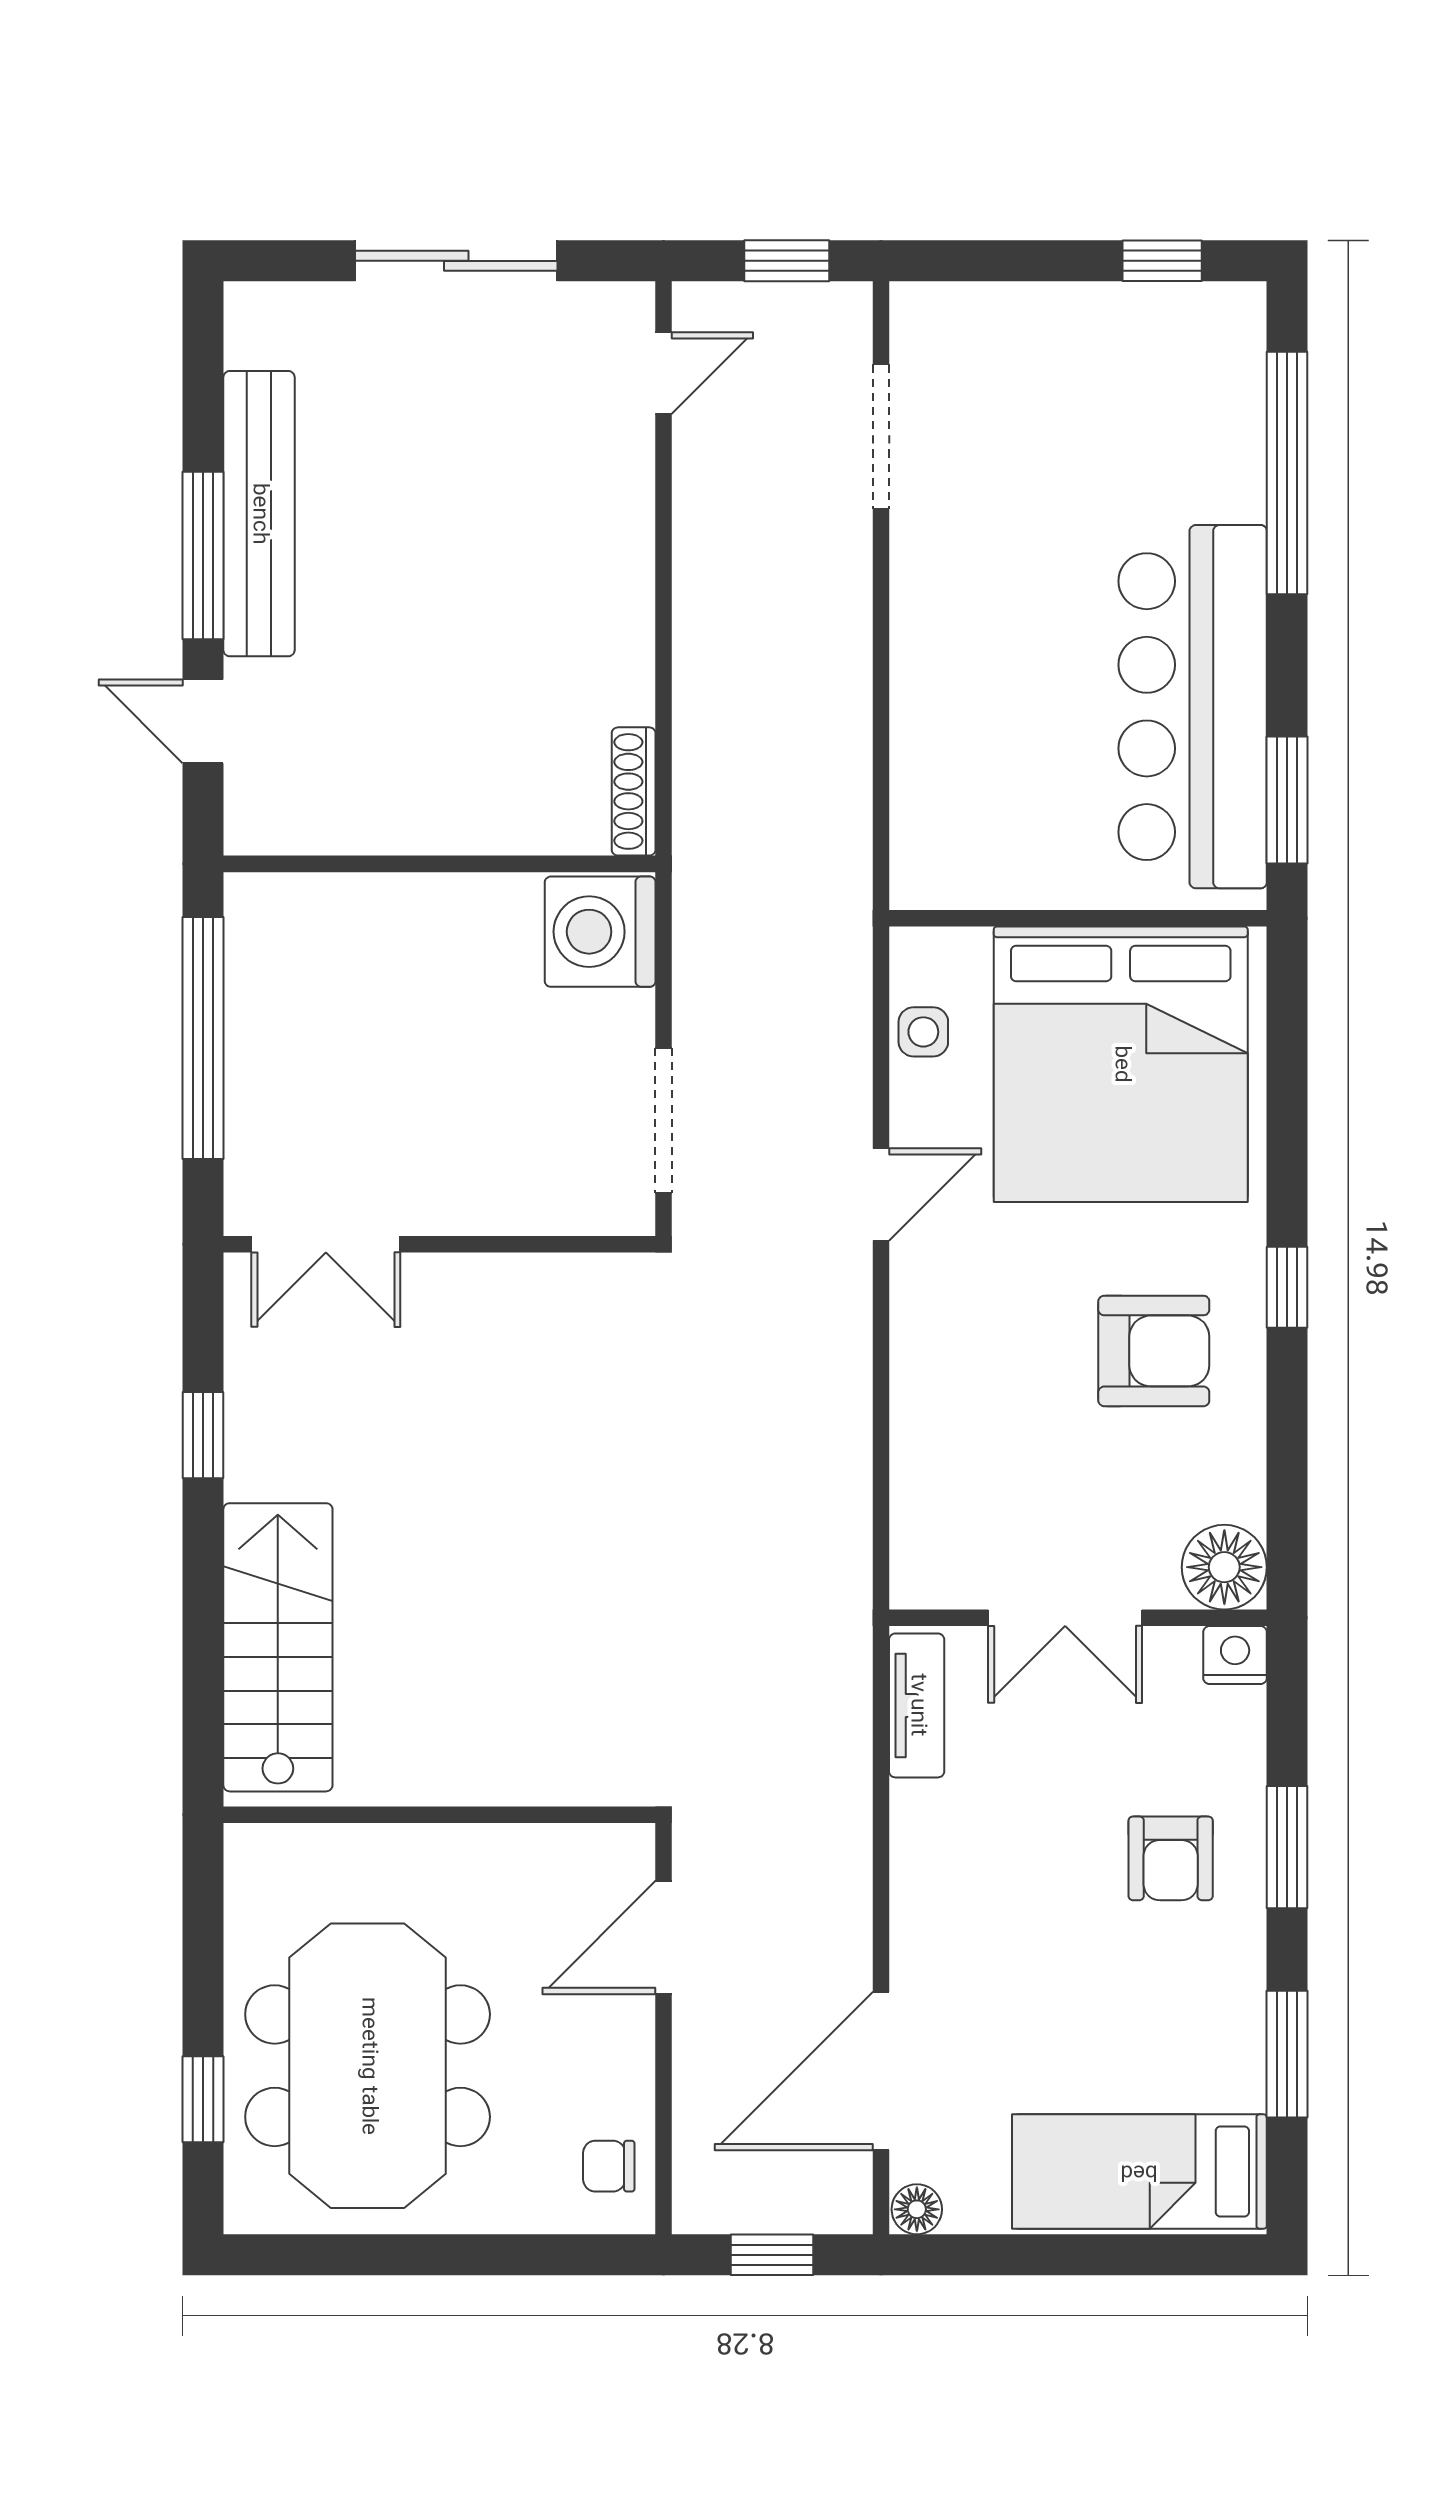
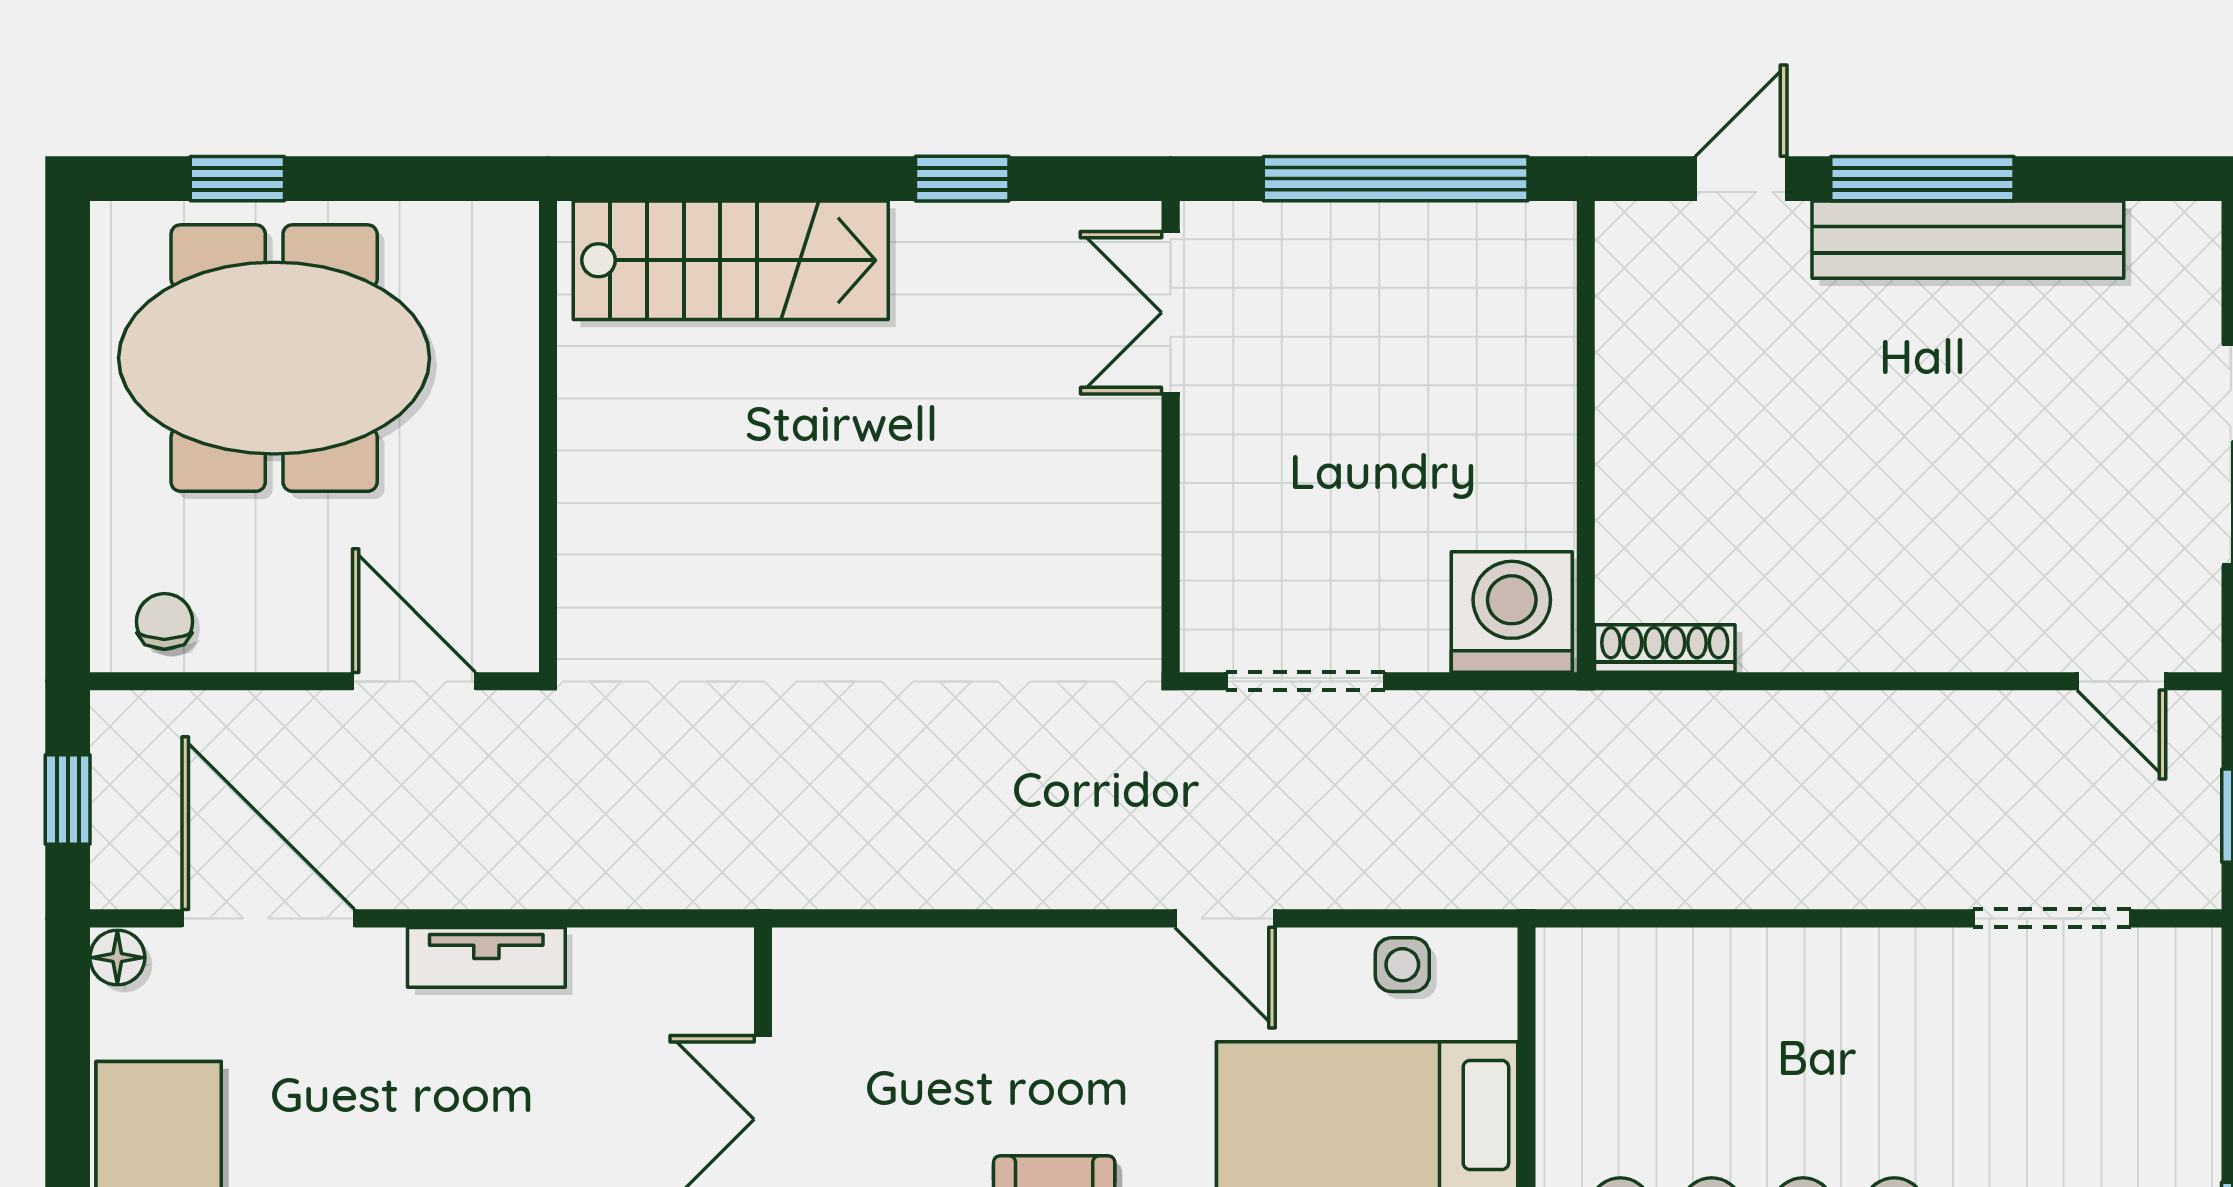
tv unit: (917, 1705) -> (486, 957), moved

